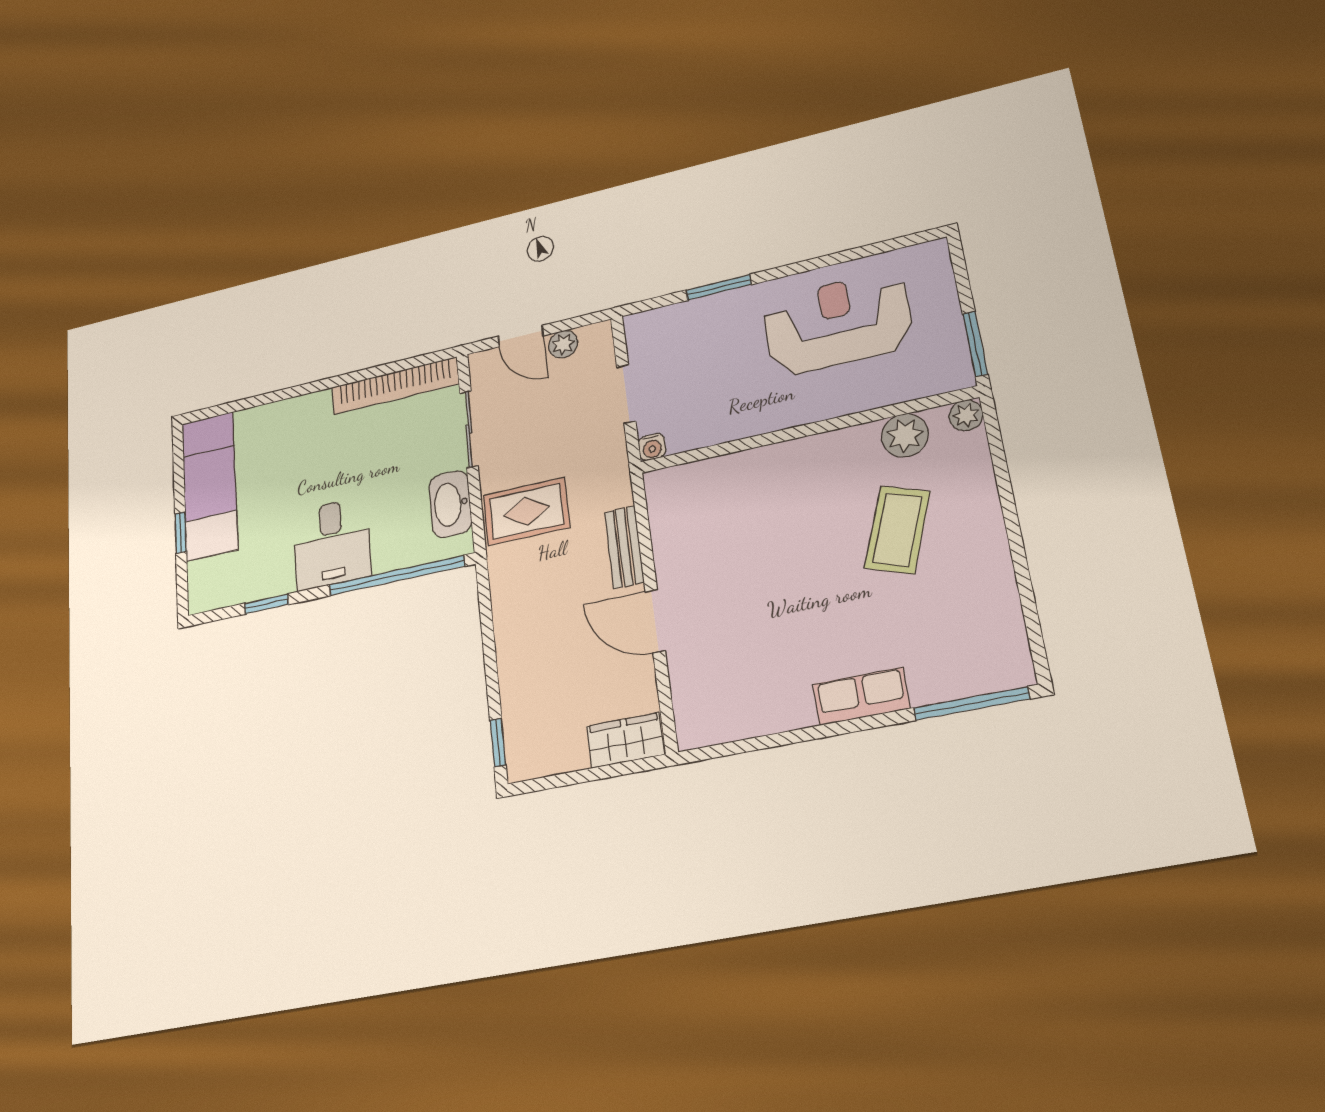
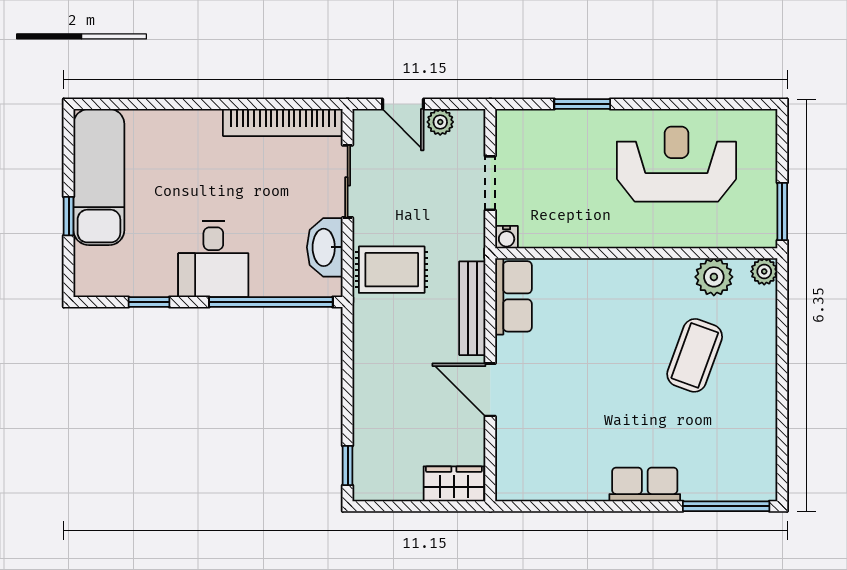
row of seats: (669, 510) -> (514, 296), added
bench: (624, 547) -> (472, 308), width x1.36

